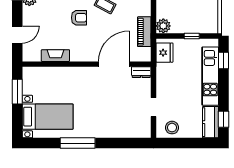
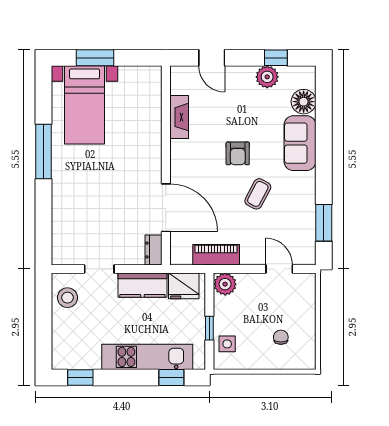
side table: (202, 25) -> (227, 344), added
window: (17, 92) -> (95, 58), moved
kitchen counter: (211, 122) -> (142, 285), moved, turned 180

